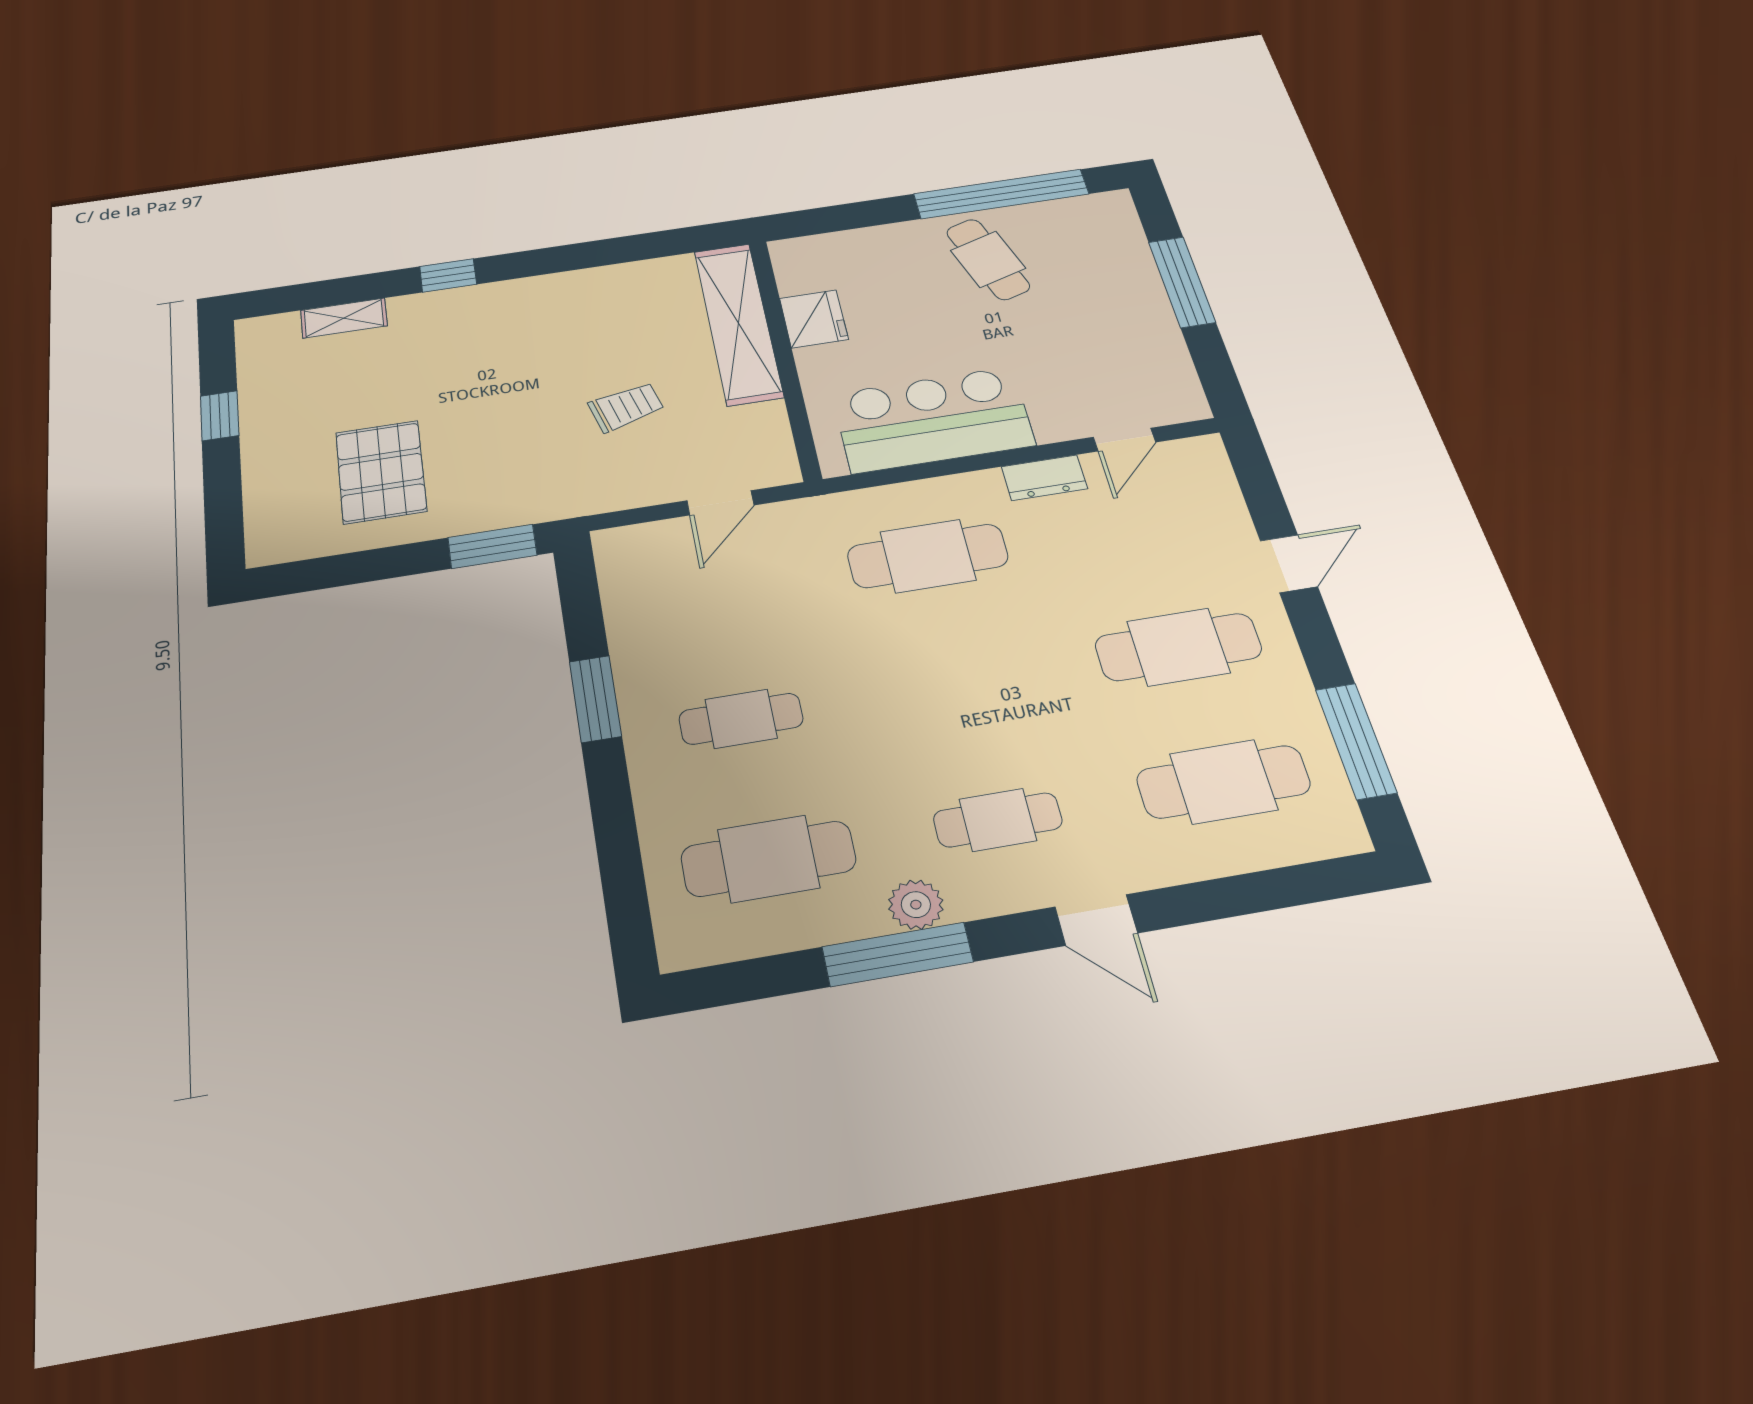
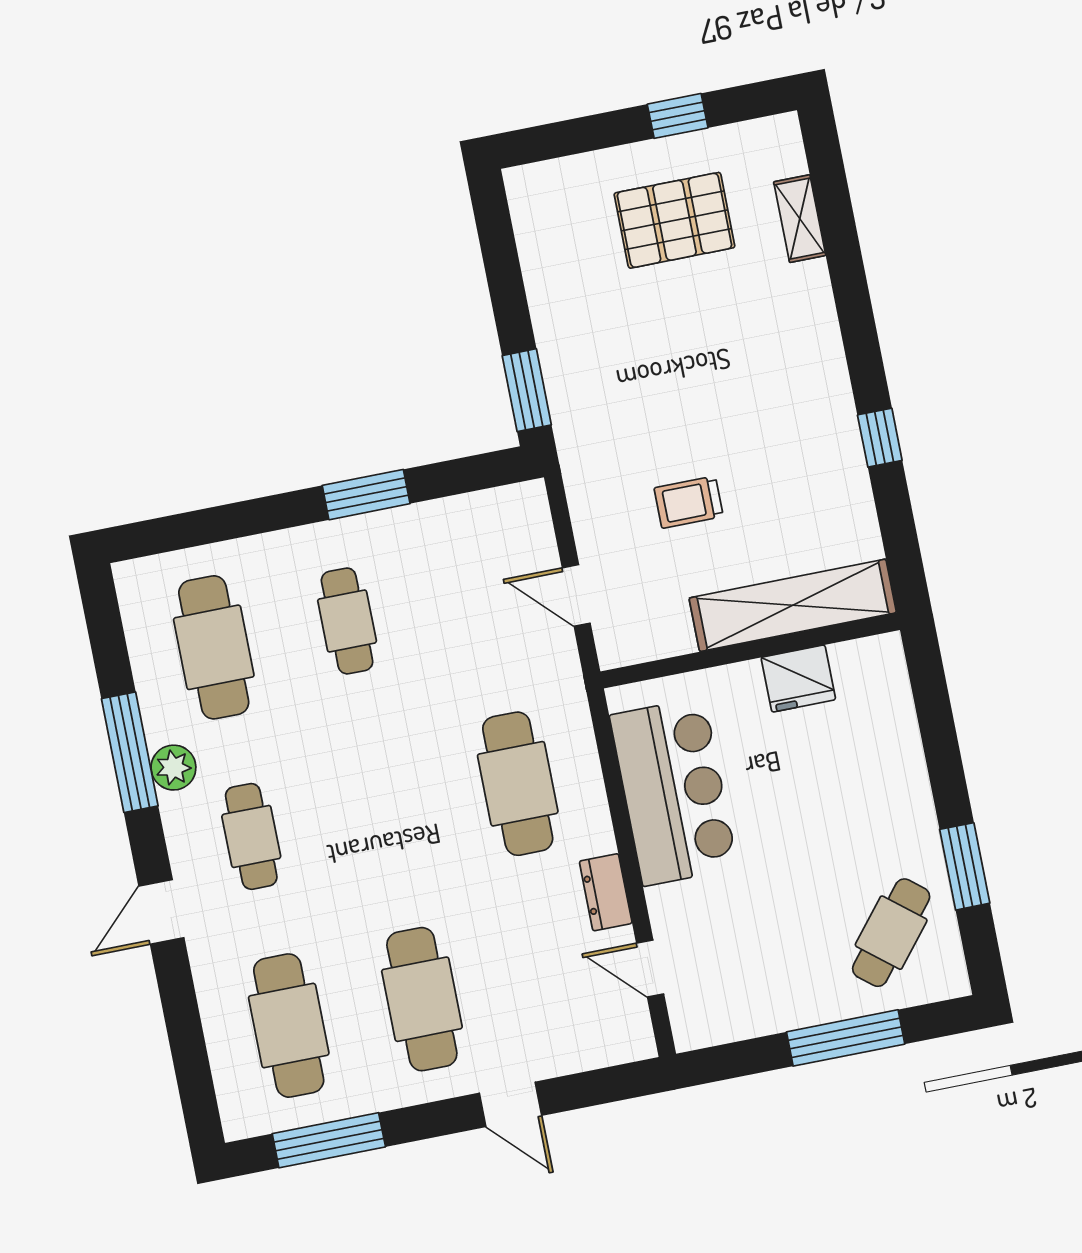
window: (1001, 194) -> (965, 866), width x0.47
cafe table: (988, 259) -> (891, 933), moved, turned -33
window: (448, 275) -> (880, 438), moved
trolley: (626, 407) -> (689, 502), turned 105
pallet: (381, 472) -> (675, 220), moved

